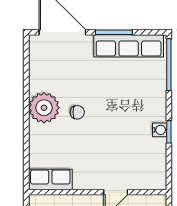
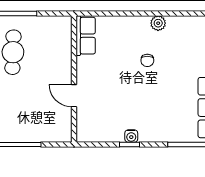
plant: (44, 108) -> (158, 23), width x0.53, depth x0.53

